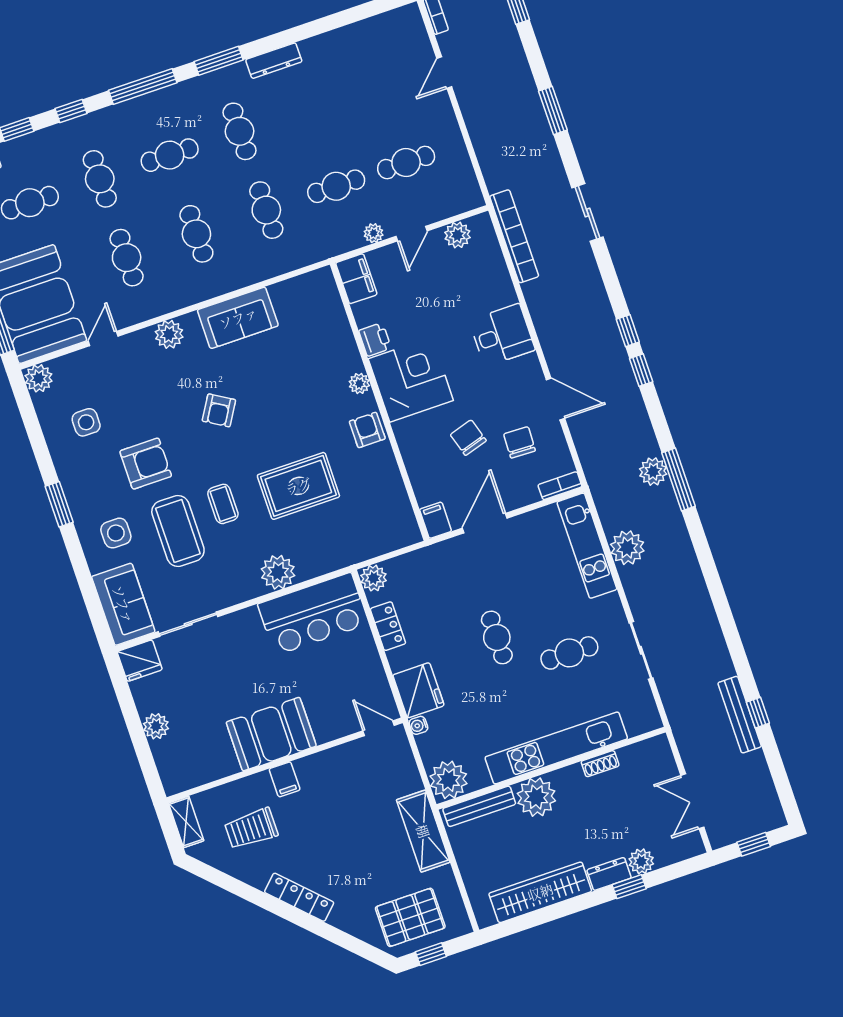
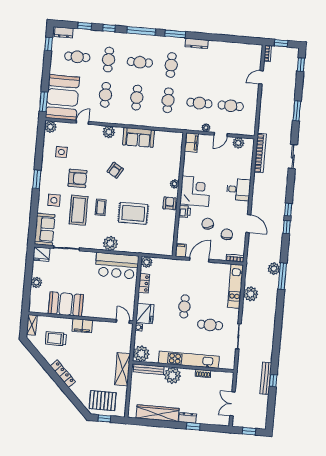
printer: (375, 339) -> (185, 211), moved
booth: (271, 734) -> (66, 304), moved
filing cabinet: (285, 779) -> (82, 326), width x2.00
plant: (641, 861) -> (202, 419), removed

